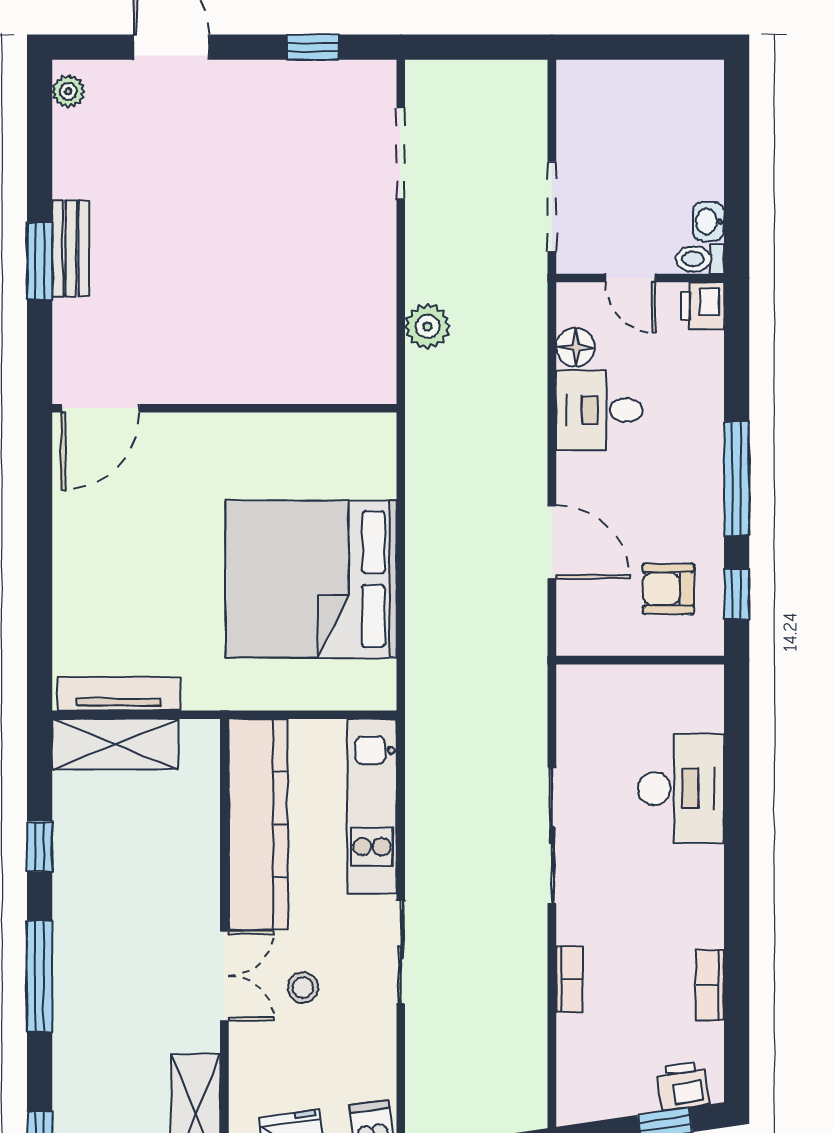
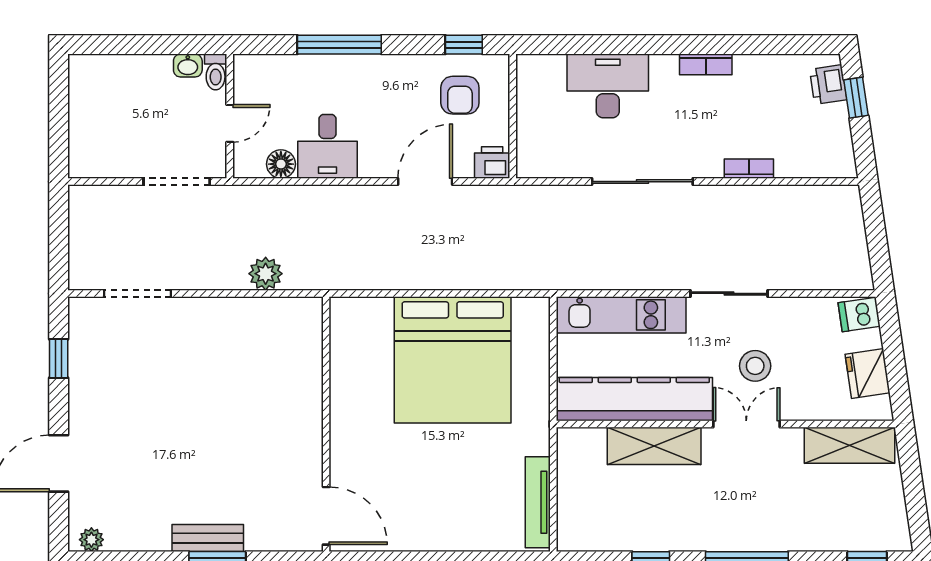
printer: (703, 306) -> (492, 162), moved, turned 180
window: (737, 479) -> (339, 45), moved
shelving: (115, 744) -> (654, 446), moved, turned 90
bookcase: (710, 985) -> (706, 64), moved
stool: (303, 987) -> (755, 366), width x1.37, depth x1.37

